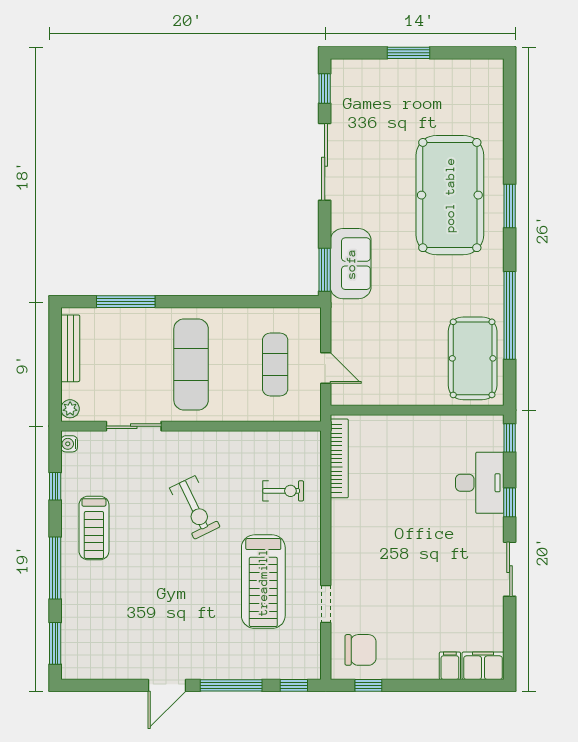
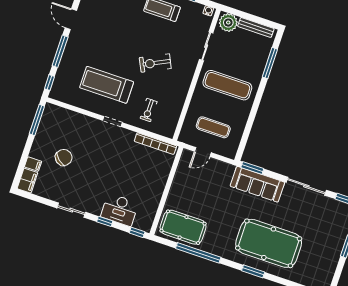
sofa: (351, 264) -> (257, 184), width x1.36
plant: (70, 409) -> (228, 23), width x1.87, depth x1.87
doorway: (326, 604) -> (112, 122), moved
chair: (360, 650) -> (64, 158), moved, turned -140
window: (368, 685) -> (37, 120), width x2.17

